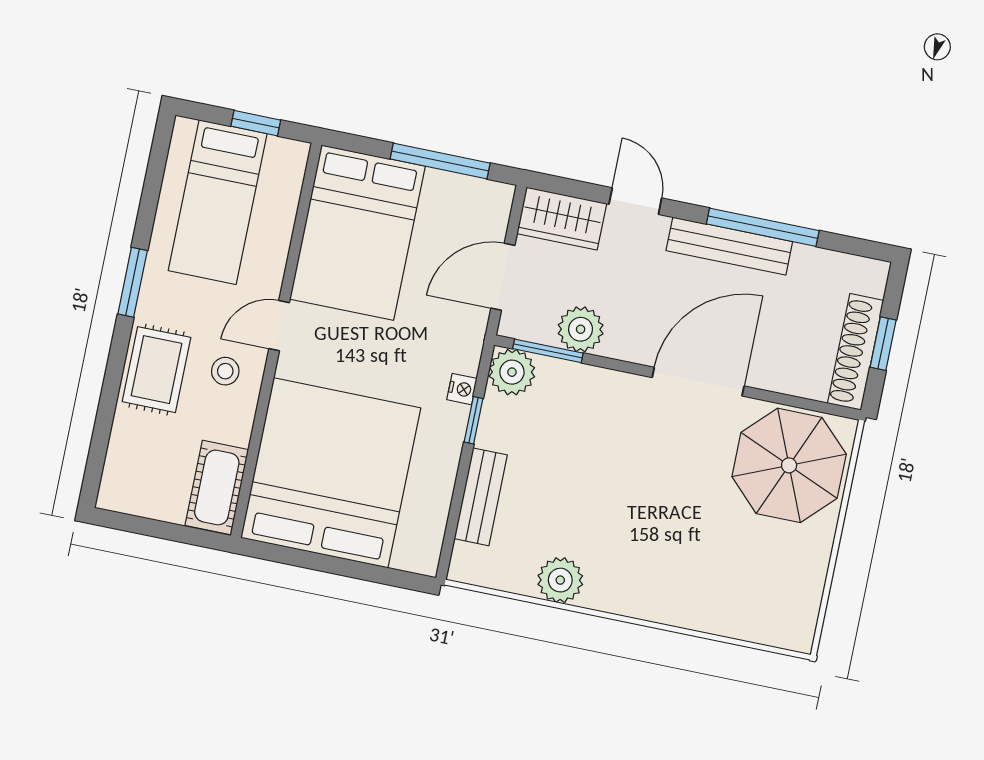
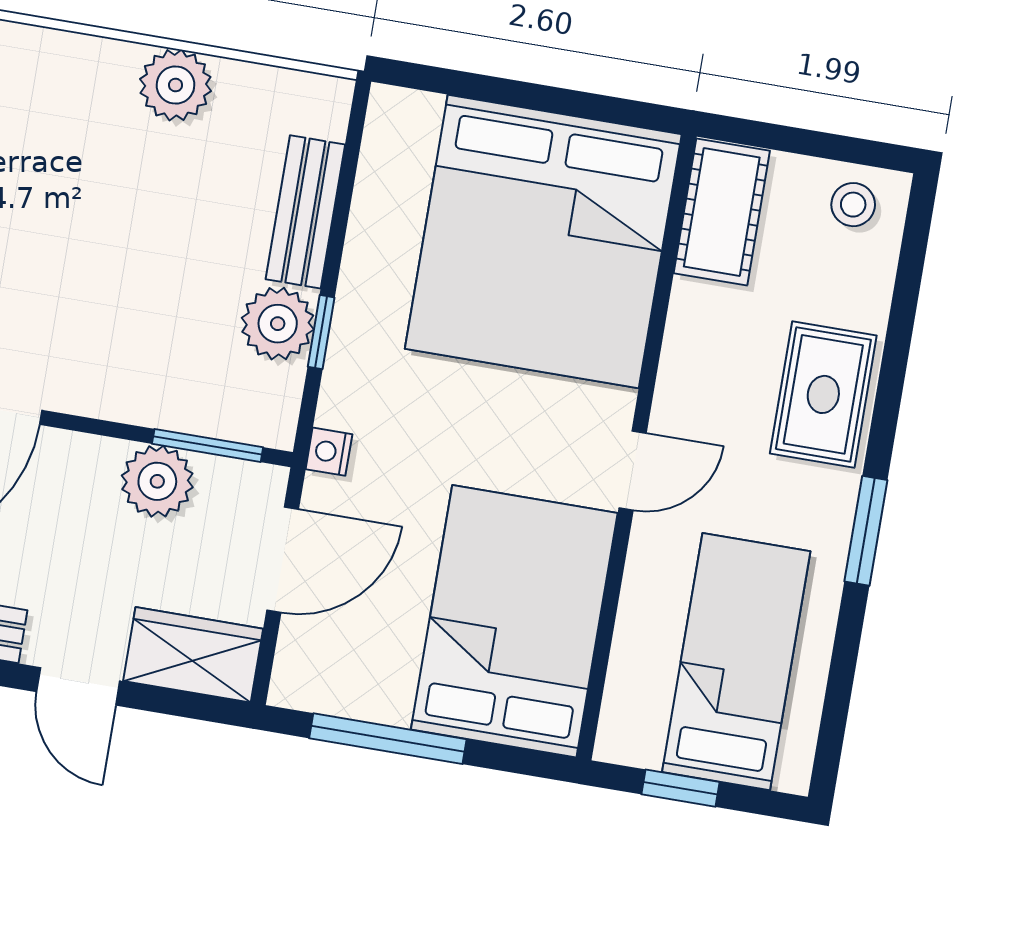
stool: (225, 371) -> (853, 205), moved
plant: (512, 372) -> (278, 324), moved
nightstand: (462, 389) -> (329, 452), moved

